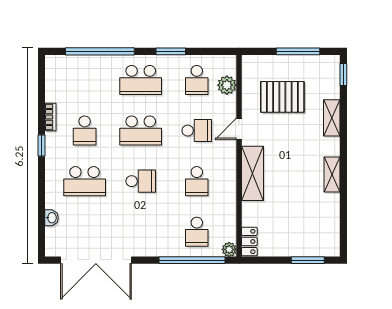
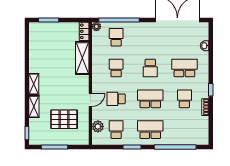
shelving: (253, 173) -> (82, 58), moved
shelving: (332, 175) -> (34, 84), moved
school desk: (141, 181) -> (150, 68), turned -90

